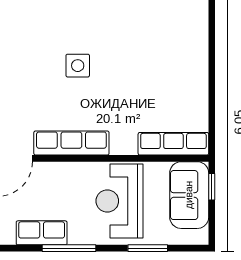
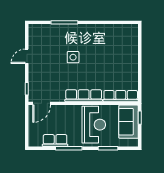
row of seats: (71, 143) -> (84, 96), moved
reception desk: (119, 201) -> (94, 125), turned 180

